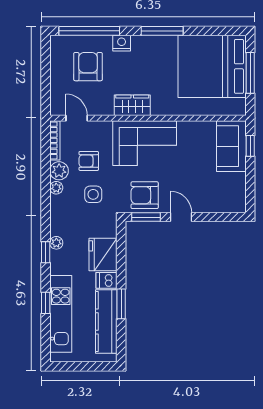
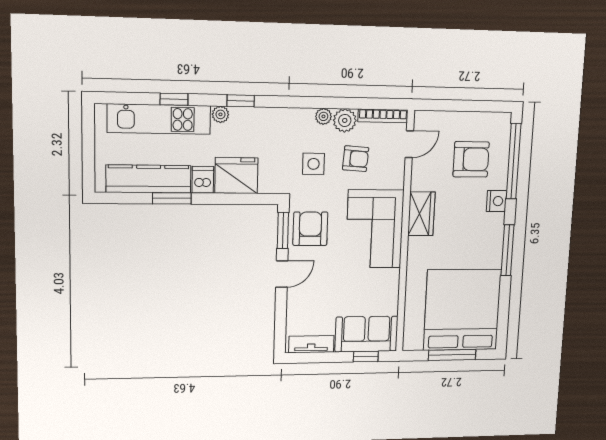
armchair: (89, 161) -> (356, 159), turned 94
tv unit: (239, 191) -> (311, 344), added
plant: (56, 243) -> (220, 114), moved

